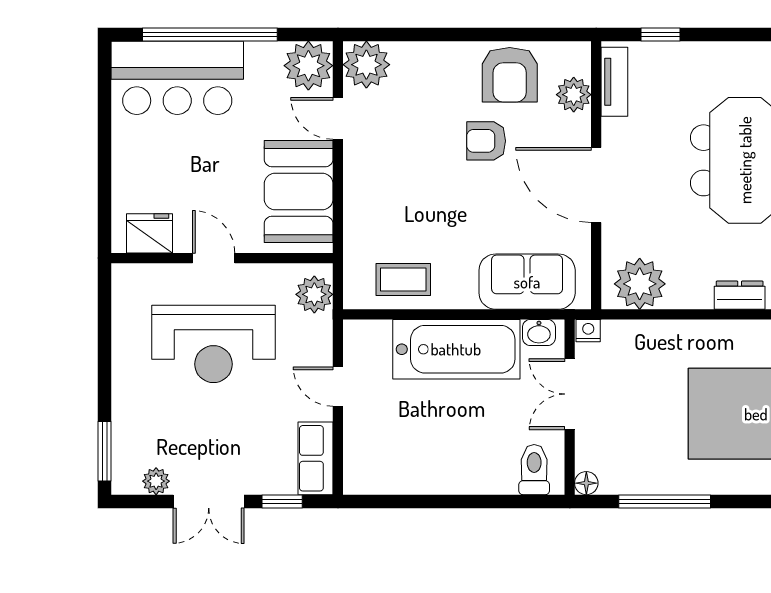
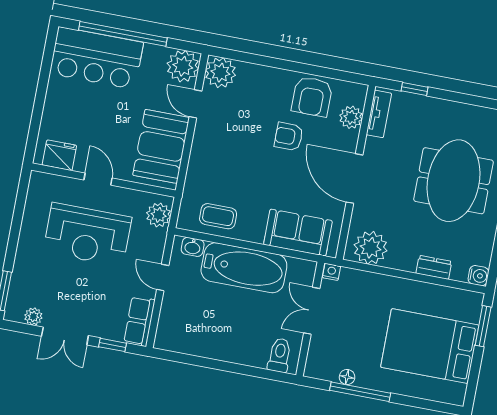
washbasin: (539, 332) -> (193, 247), moved
floor lamp: (586, 483) -> (347, 377), moved

